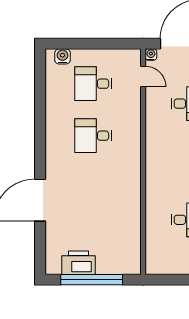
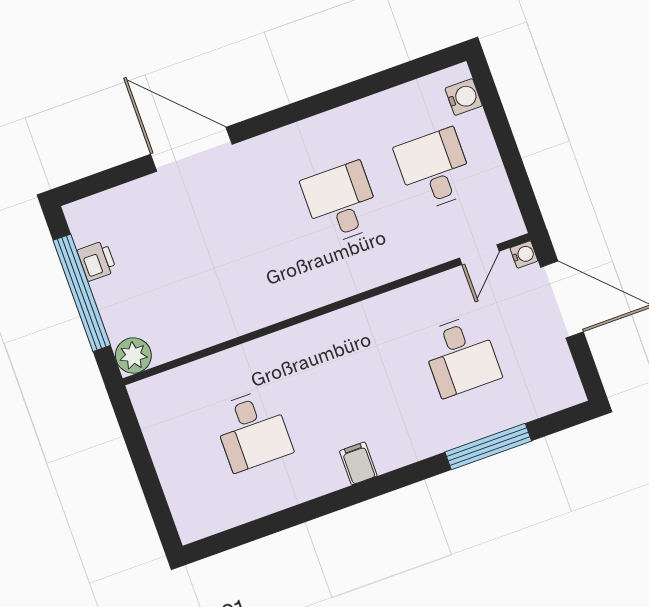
printer: (79, 263) -> (97, 261), width x0.53, depth x0.68
plant: (132, 265) -> (133, 356), added

